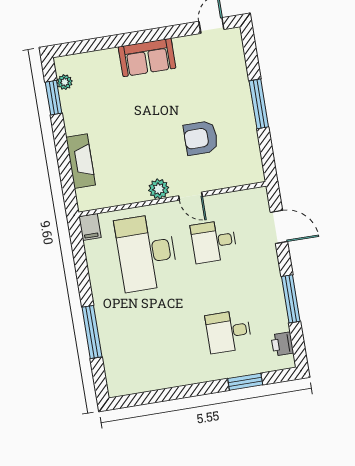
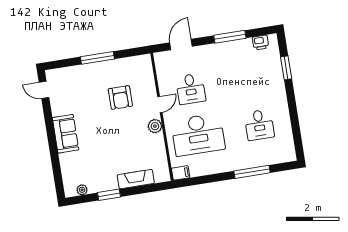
window: (54, 98) -> (109, 195), moved
desk: (229, 331) -> (259, 125), moved

